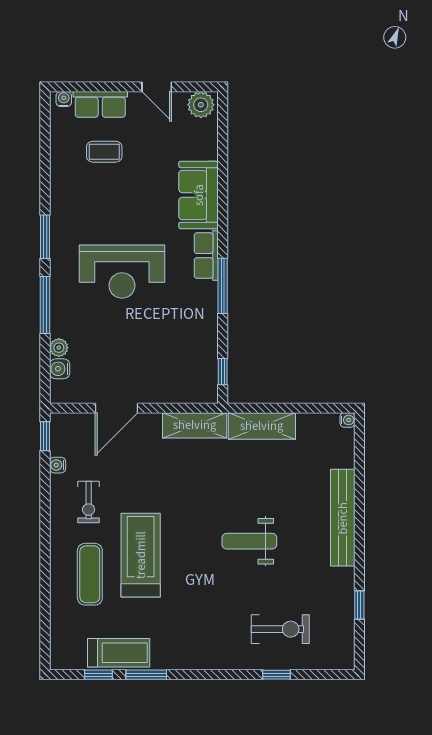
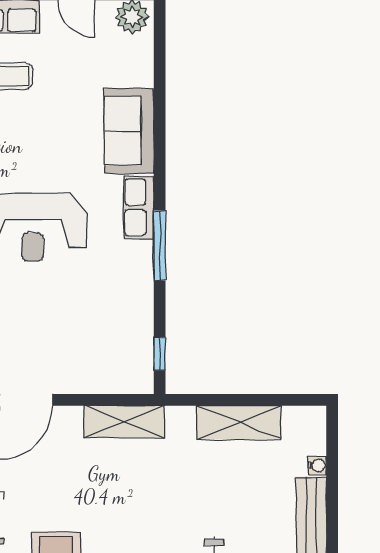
water cooler: (347, 420) -> (317, 465), moved
shelving: (262, 426) -> (239, 422), moved

